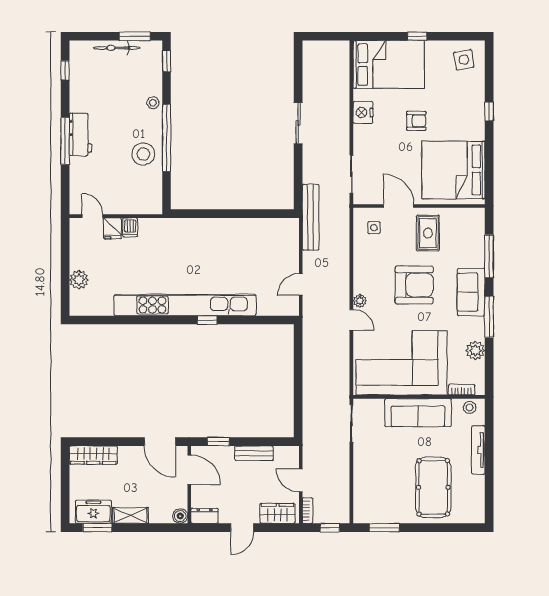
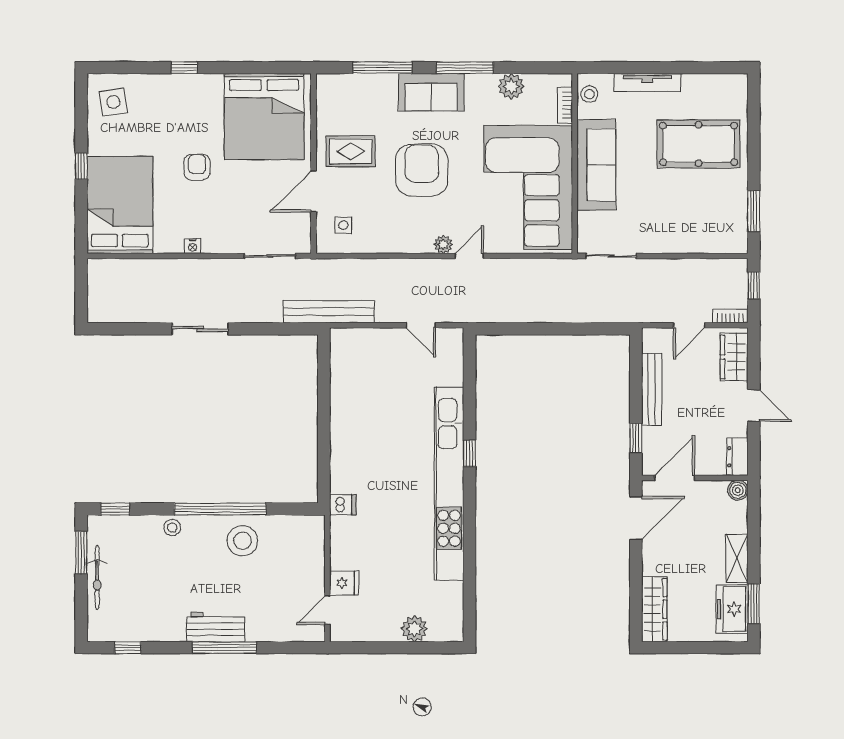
nightstand: (363, 112) -> (193, 246), width x0.53, depth x0.56
dishwasher: (130, 227) -> (343, 505), moved
bench: (254, 453) -> (652, 389), width x1.36

